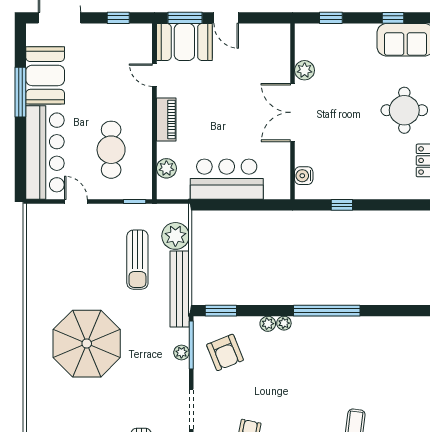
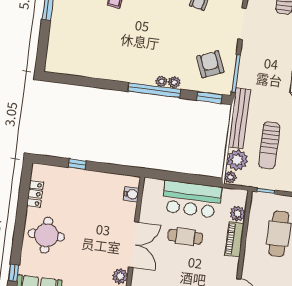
piano: (166, 120) -> (234, 239), moved
cafe table: (229, 131) -> (185, 237), added
window: (342, 205) -> (77, 164), moved
sun lounger: (137, 260) -> (269, 145), turned 180
window: (327, 311) -> (154, 90), moved
plant: (181, 352) -> (230, 177), moved

